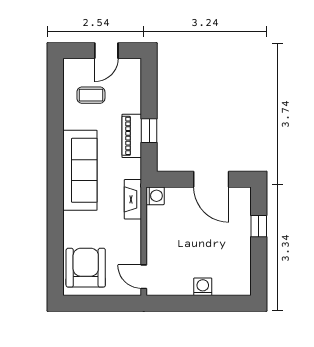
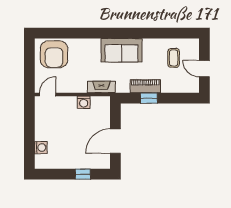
sofa: (80, 170) -> (121, 50), width x0.73
washing machine: (155, 196) -> (84, 102), moved
armchair: (86, 268) -> (54, 54), turned 90
washing machine: (203, 287) -> (41, 148), moved

